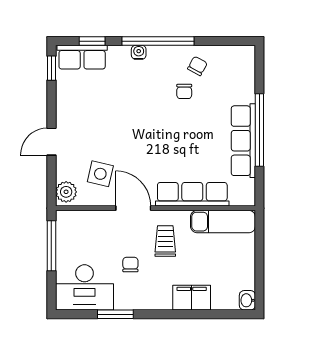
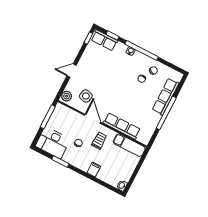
row of seats: (243, 141) -> (166, 97), moved
filing cabinet: (192, 298) -> (94, 170), width x0.50

